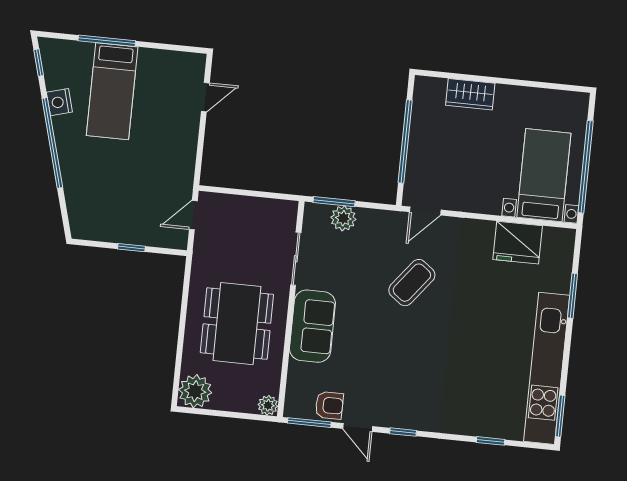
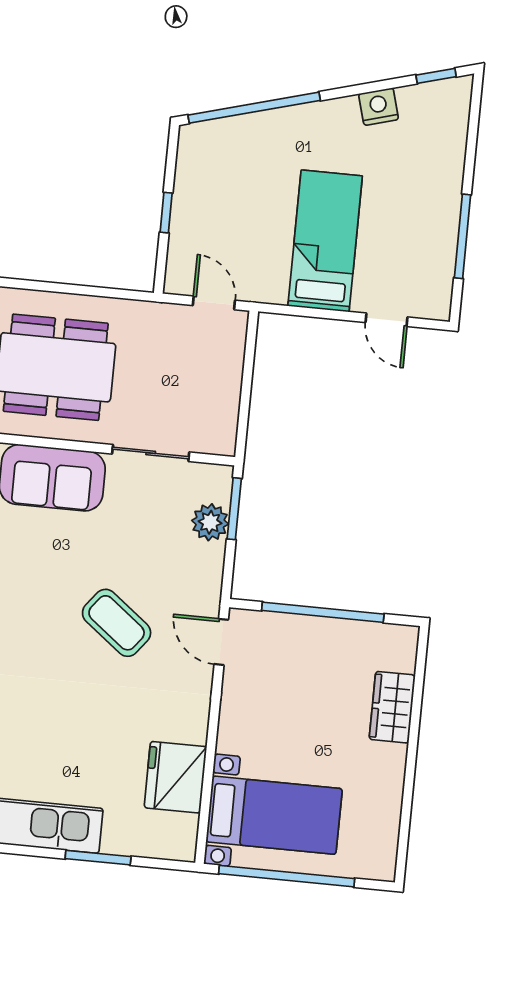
window: (107, 41) -> (462, 236), moved
bed: (112, 91) -> (325, 241), moved, turned 90
window: (52, 143) -> (254, 108), moved

